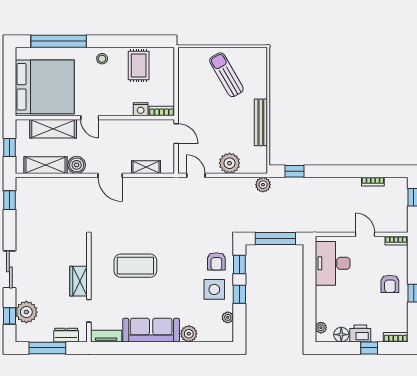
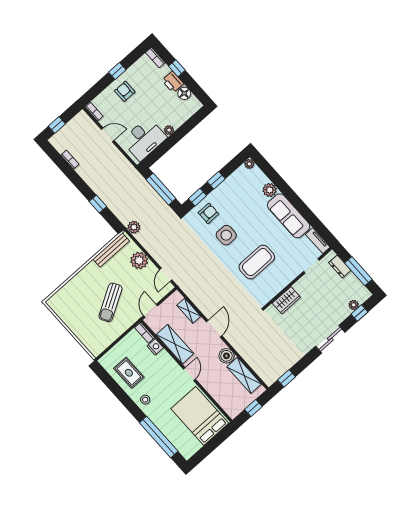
rug: (139, 66) -> (129, 373), turned 90
sun lounger: (226, 75) -> (110, 302), moved
bed: (45, 87) -> (200, 416), width x0.73
bench: (261, 122) -> (111, 250), moved
shelving: (53, 129) -> (175, 344), moved
window: (295, 171) -> (98, 204), moved
door: (365, 234) -> (108, 135), swing flipped
coffee table: (135, 266) -> (257, 262), turned 90
wardrobe: (78, 281) -> (286, 300), moved
armchair: (390, 284) -> (125, 91), turned -90
side table: (214, 289) -> (226, 235), moved
plant: (26, 312) -> (354, 305), width x0.53, depth x0.53
plant: (228, 317) -> (249, 164), moved
plant: (321, 328) -> (169, 130), moved

